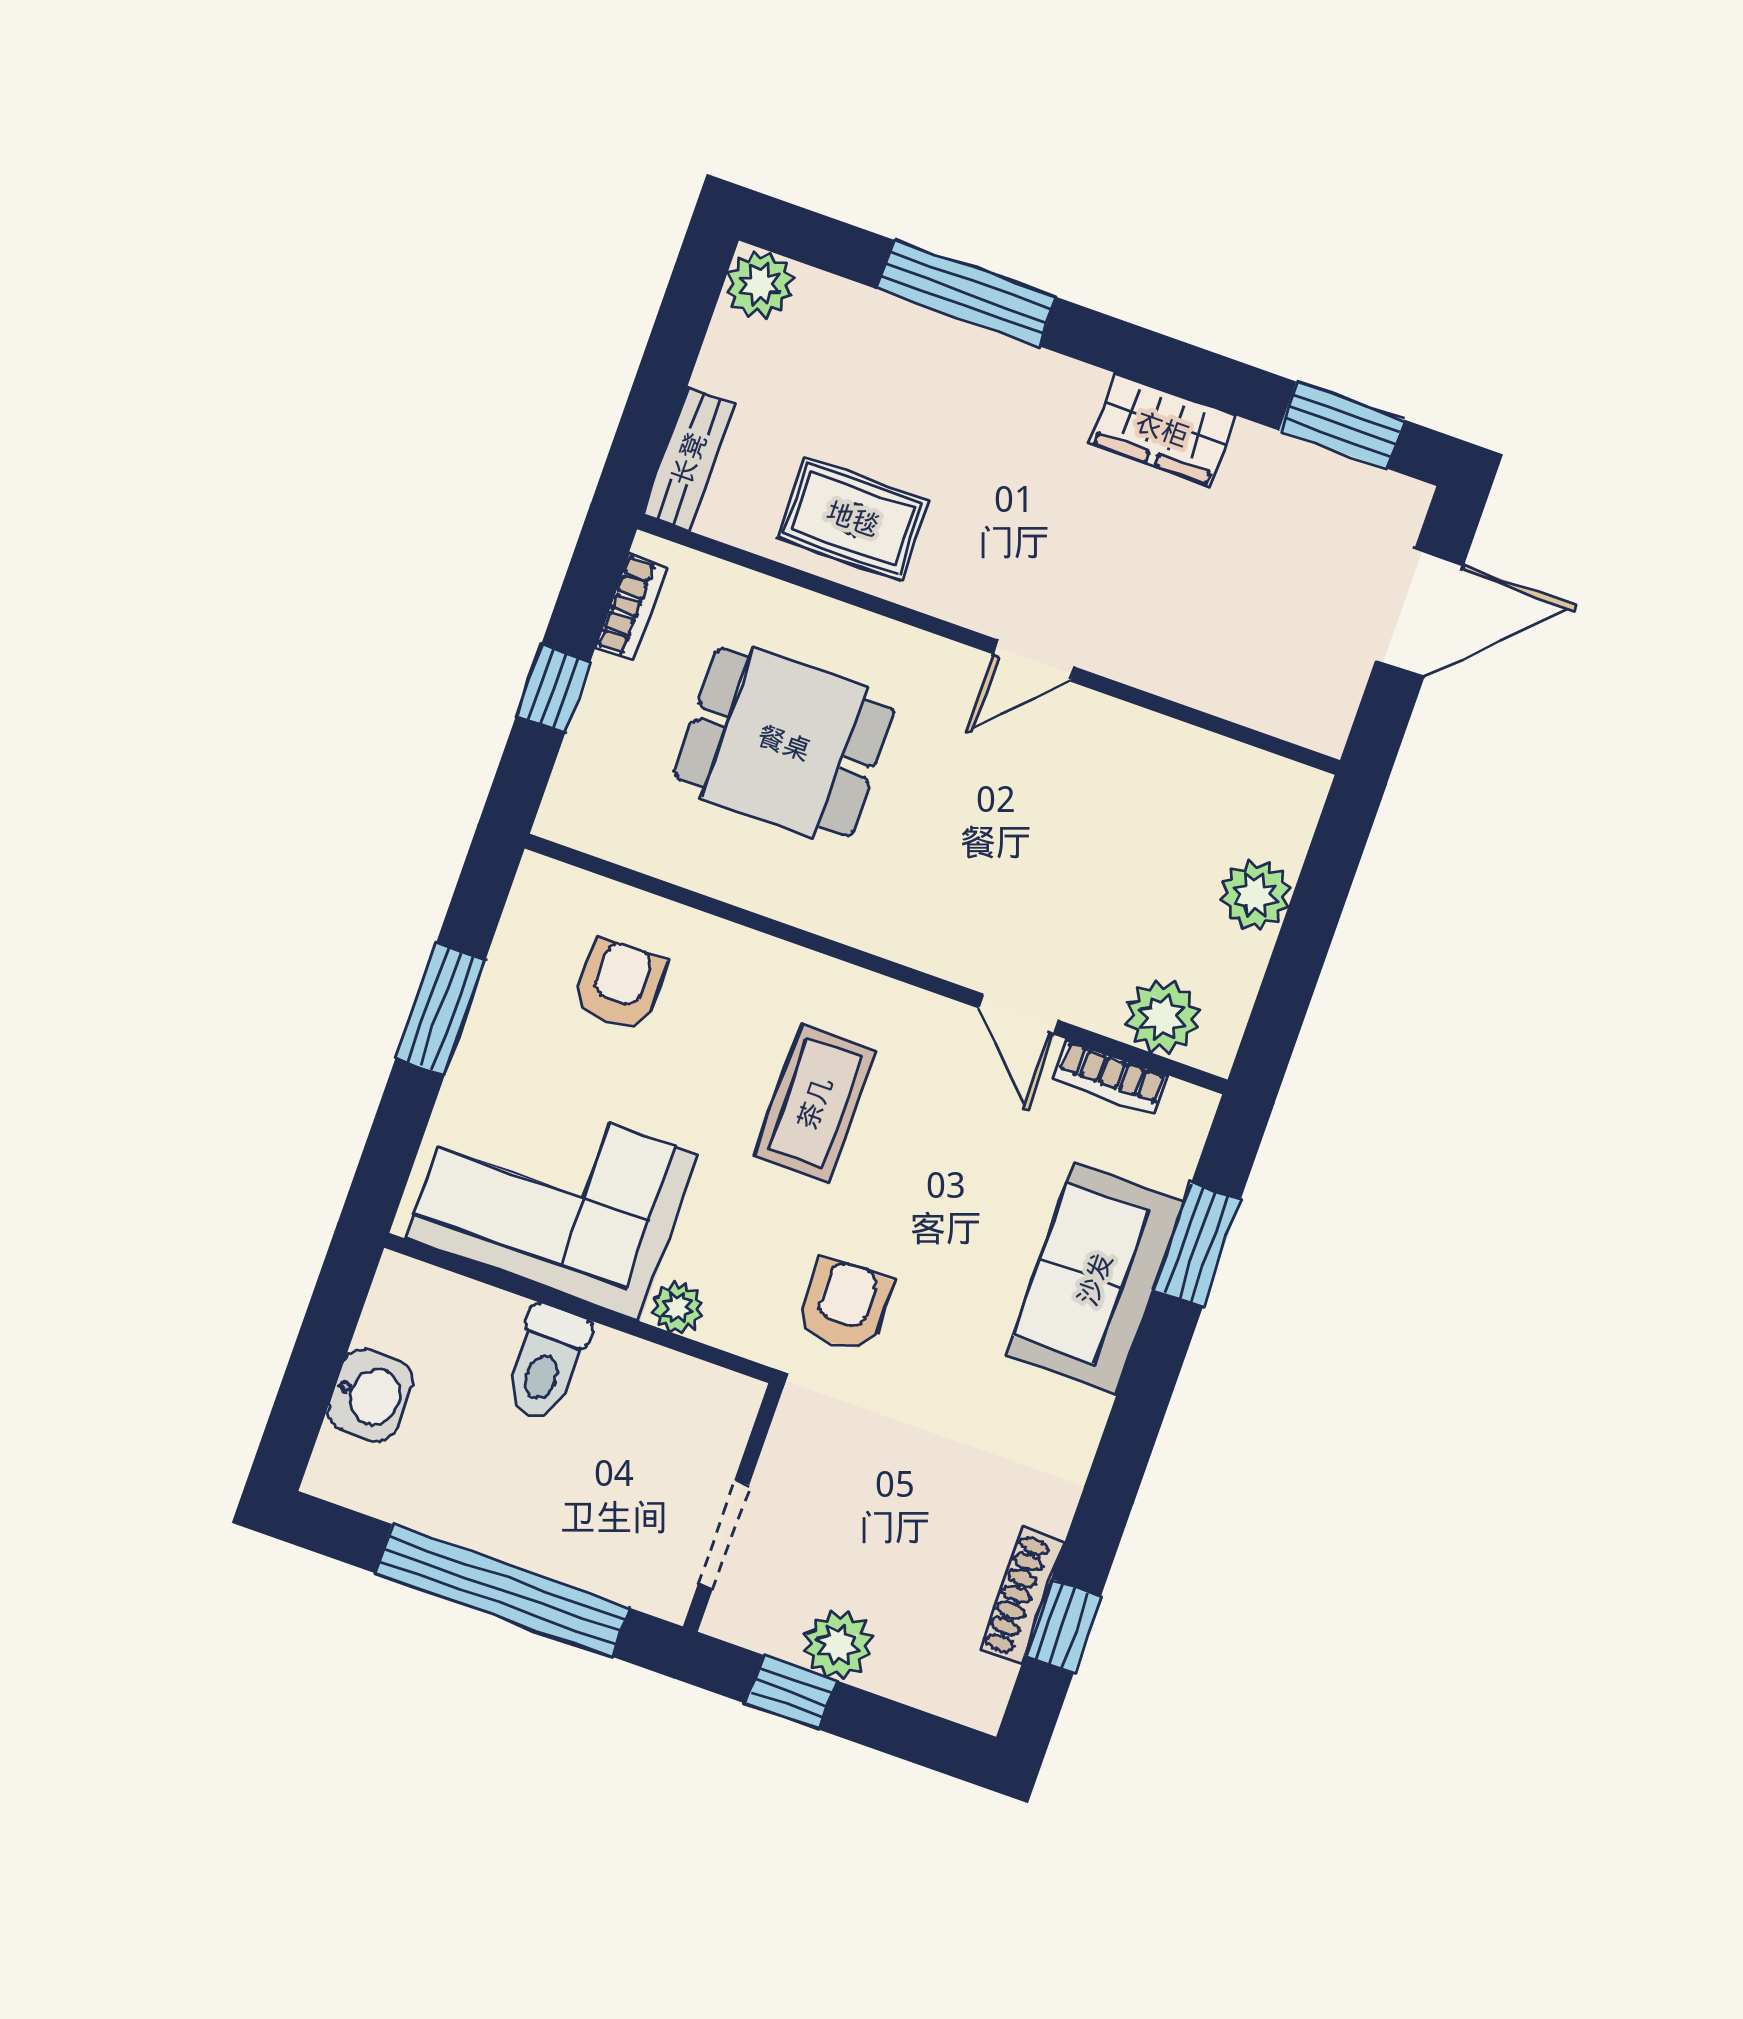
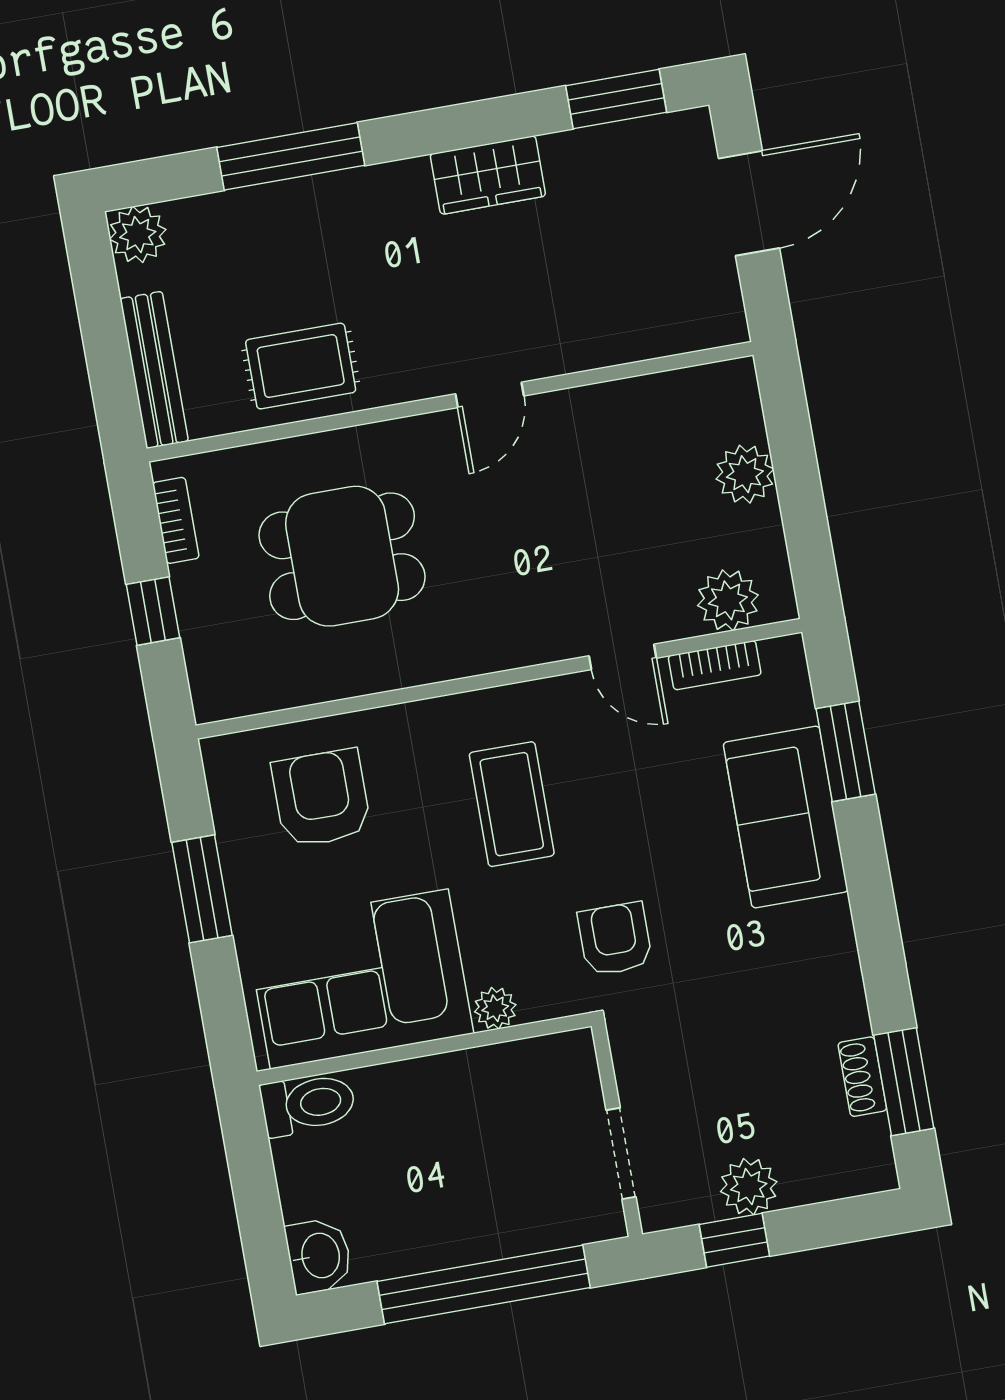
bench: (689, 459) -> (154, 370), width x1.36
armchair: (619, 984) -> (321, 798), width x1.38, depth x1.38
toilet: (546, 1363) -> (308, 1104), moved, turned -90
washbasin: (370, 1395) -> (319, 1256), moved
shoe rack: (1022, 1596) -> (862, 1077), width x0.70
window: (1063, 1626) -> (904, 1082), width x1.50

